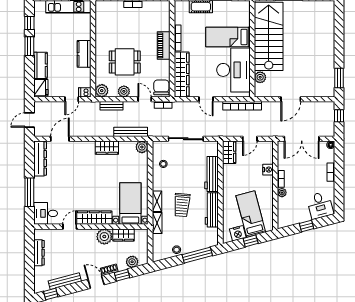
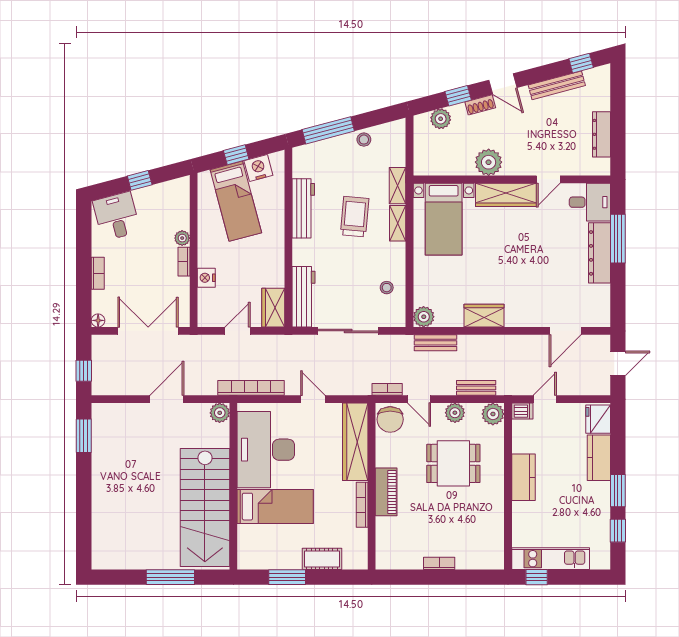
plant: (260, 77) -> (220, 413), moved
bench: (131, 132) -> (435, 343), width x0.73
dresser: (40, 158) -> (599, 253), moved
workbench: (212, 174) -> (304, 297), moved
wardrobe: (124, 235) -> (455, 165), removed

